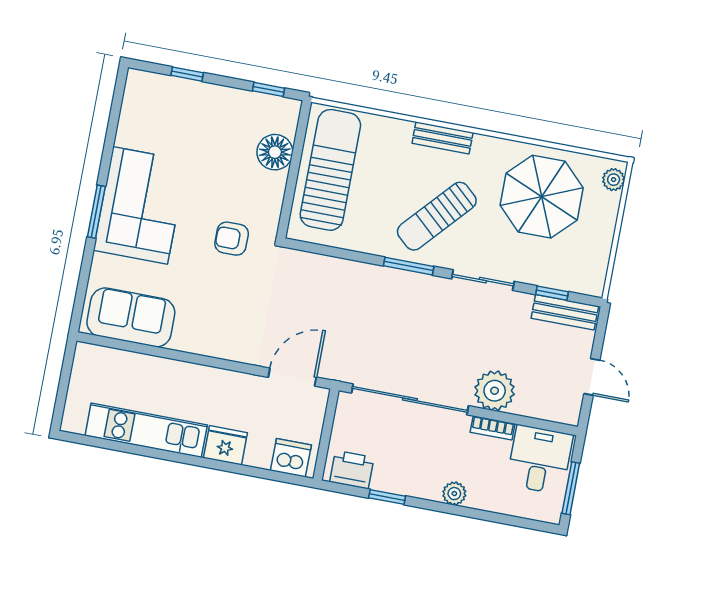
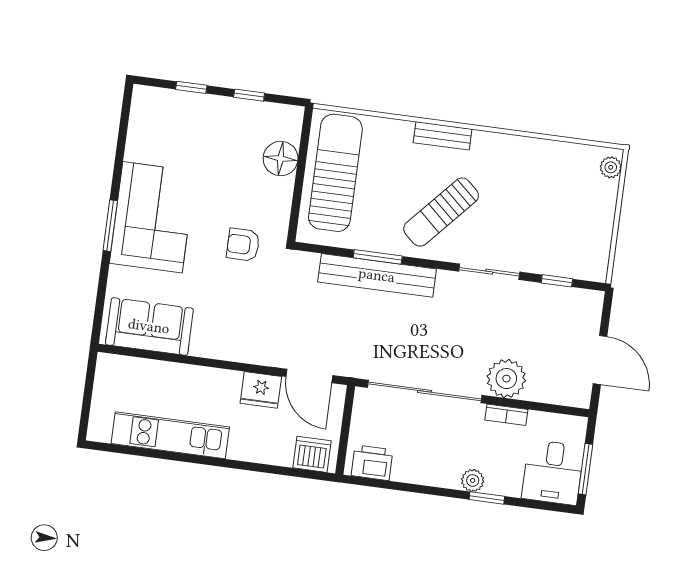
window: (268, 89) -> (249, 95), moved
parasol: (542, 197) -> (542, 188), removed
window: (409, 266) -> (378, 257), moved
bench: (565, 312) -> (377, 275), moved, width x1.86, depth x1.21
door: (292, 377) -> (309, 376), swing flipped
door: (592, 377) -> (600, 360), width x1.38
fridge: (225, 445) -> (261, 390), moved, turned 180
desk: (540, 460) -> (553, 472), moved, turned 180
window: (387, 497) -> (487, 498), moved

